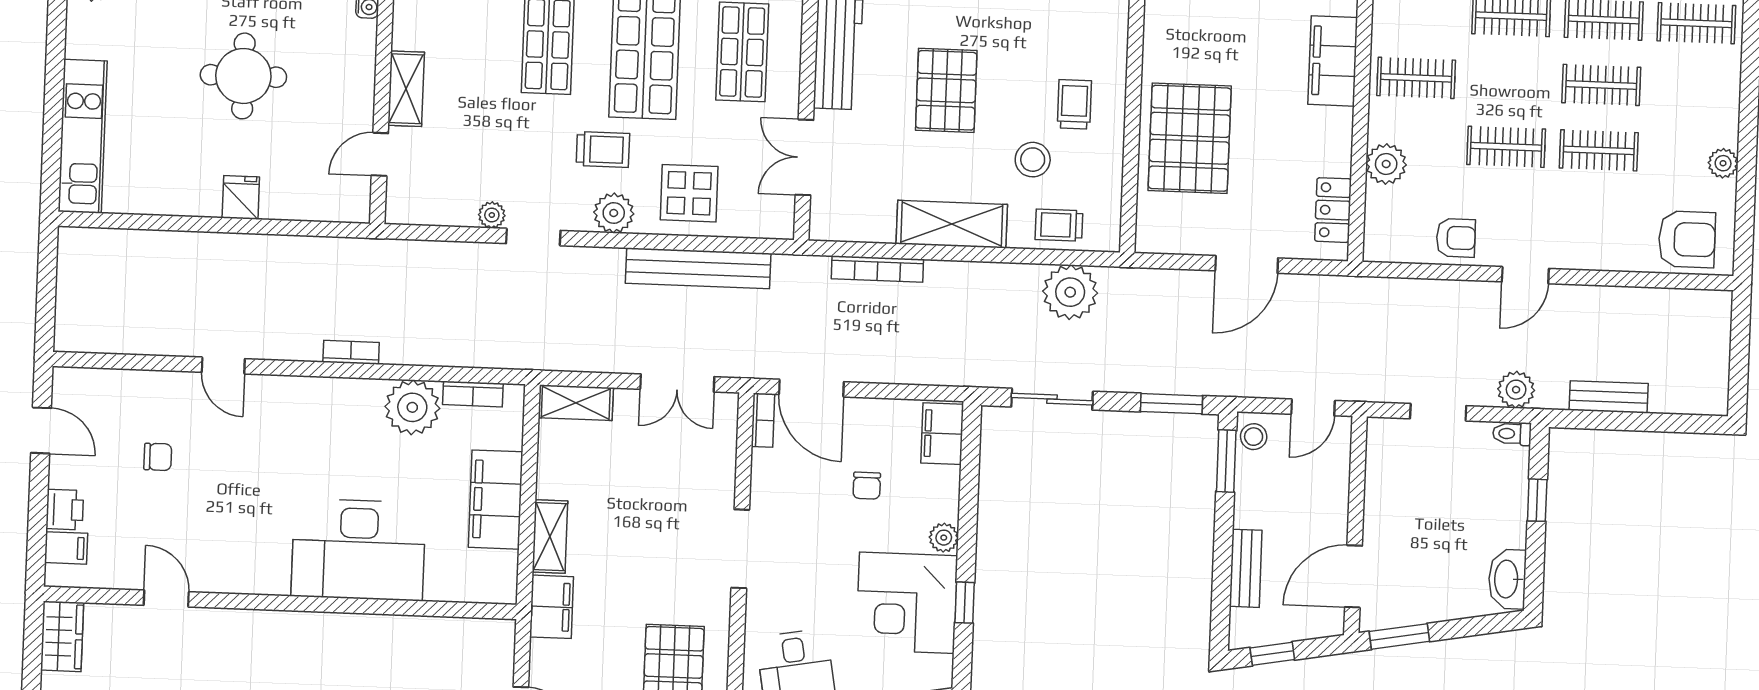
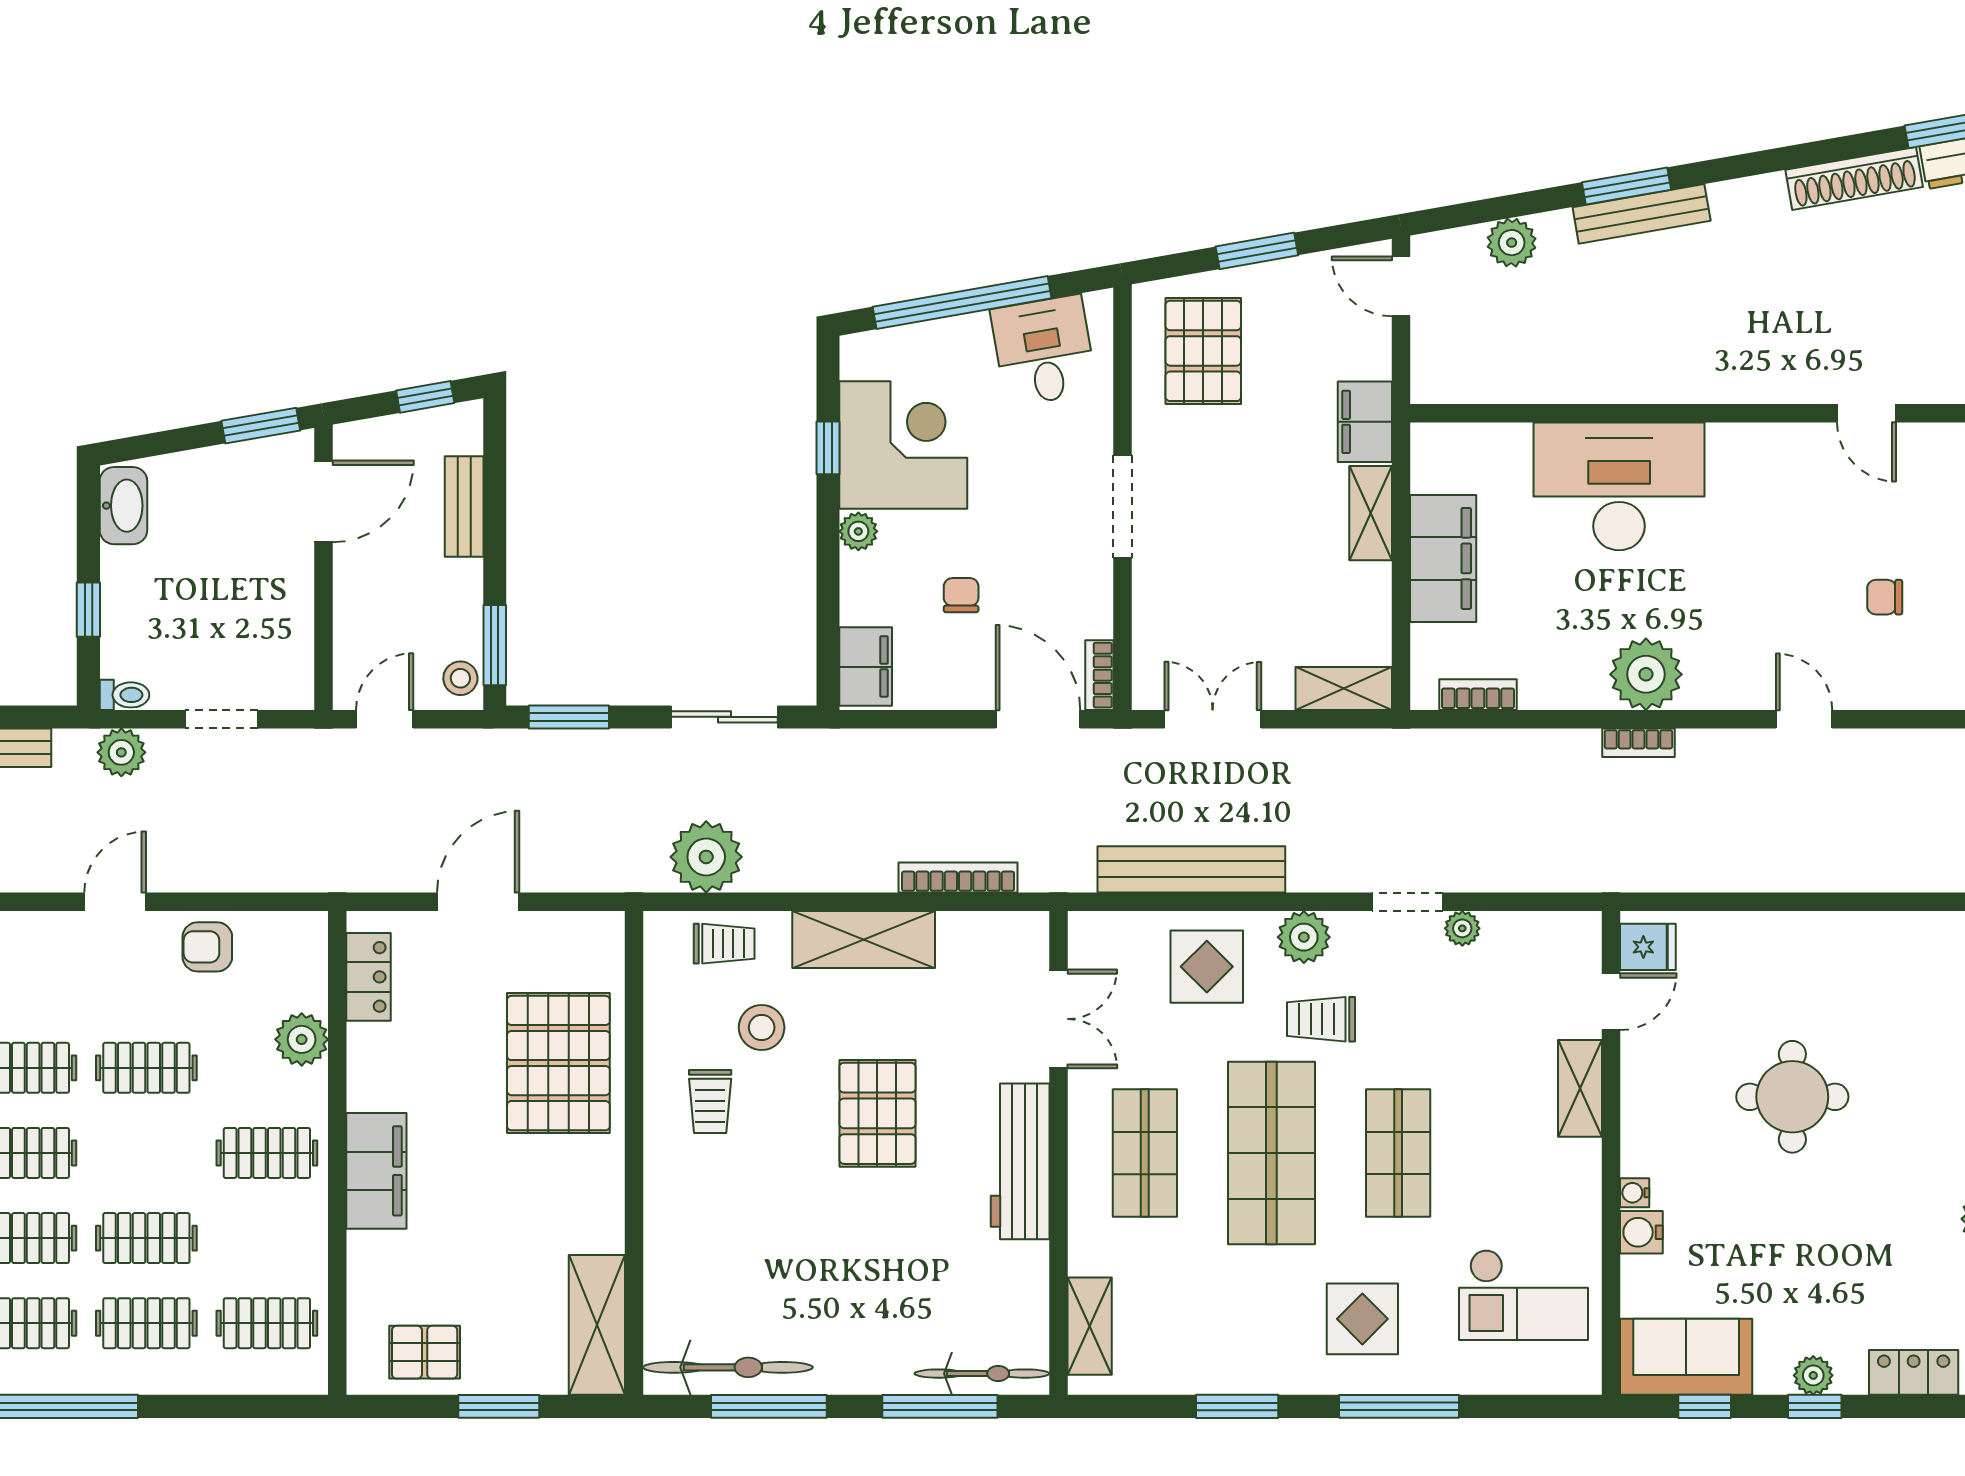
fridge: (241, 197) -> (1648, 947), moved, turned -90
plant: (412, 407) -> (1646, 674), moved

